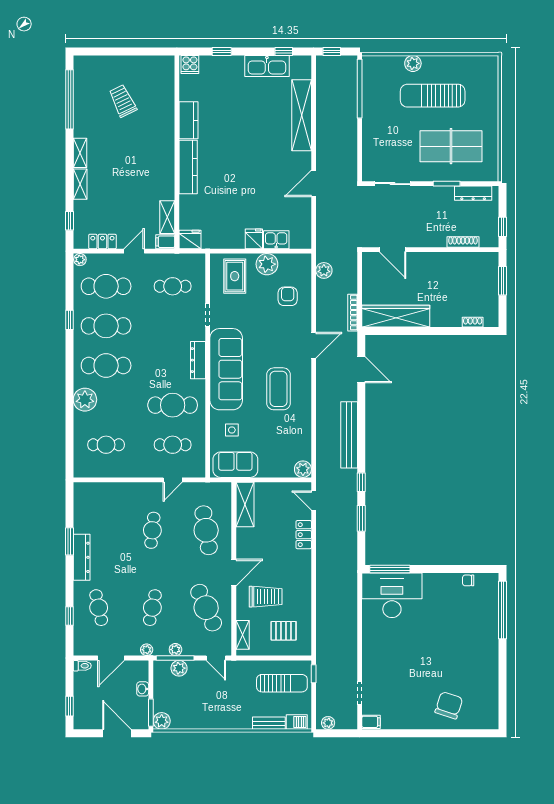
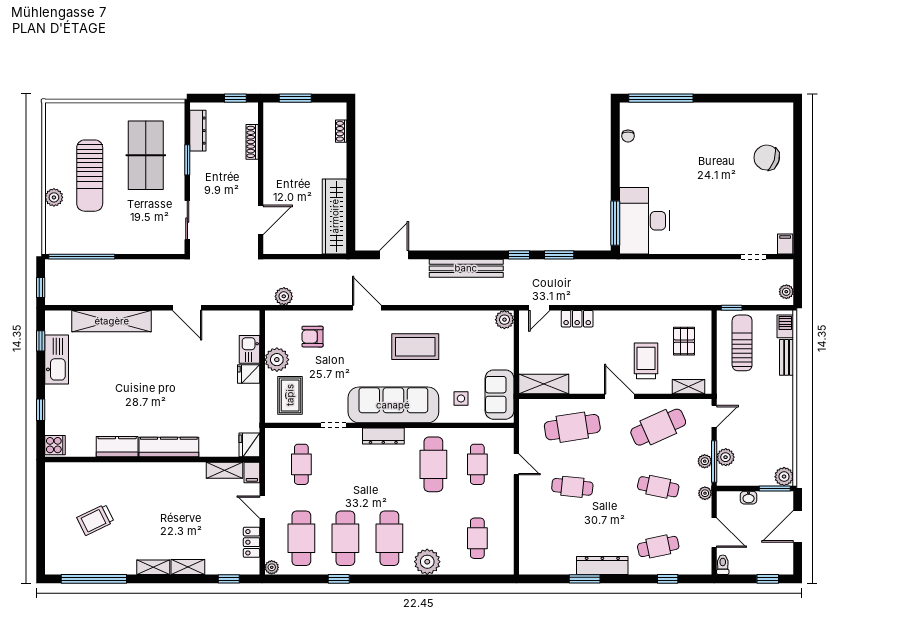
rug: (235, 276) -> (290, 395), turned 90
bookcase: (353, 313) -> (331, 264), removed

